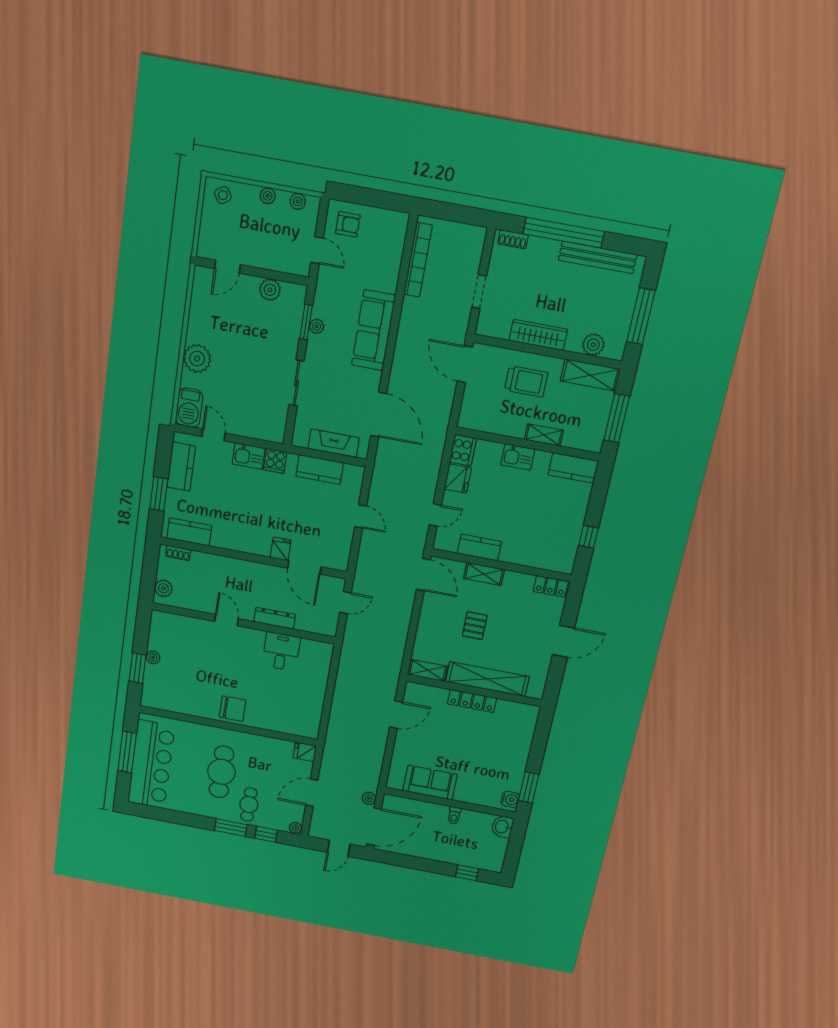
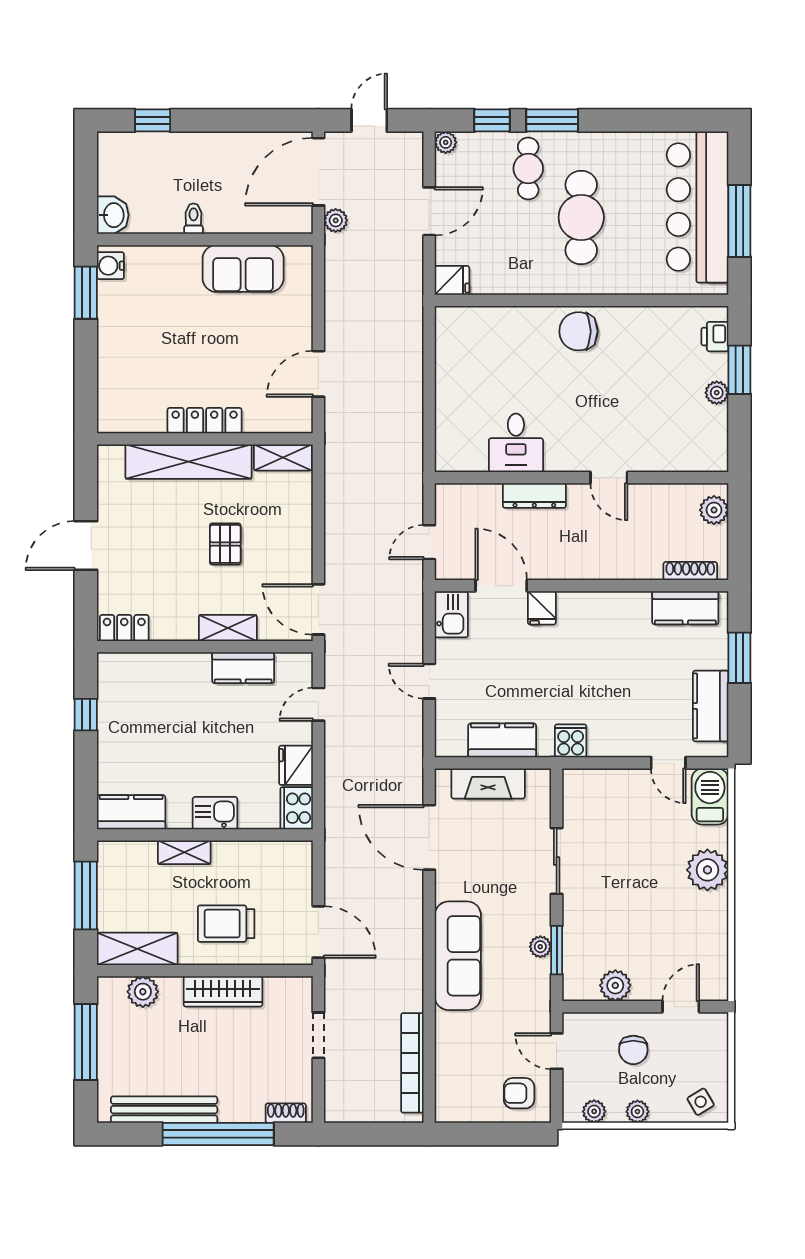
chair: (264, 241) -> (633, 1050), added
kitchen sink: (249, 456) -> (451, 614), moved, turned 90
shoe rack: (178, 553) -> (690, 571), width x1.43
printer: (150, 690) -> (715, 337), added

